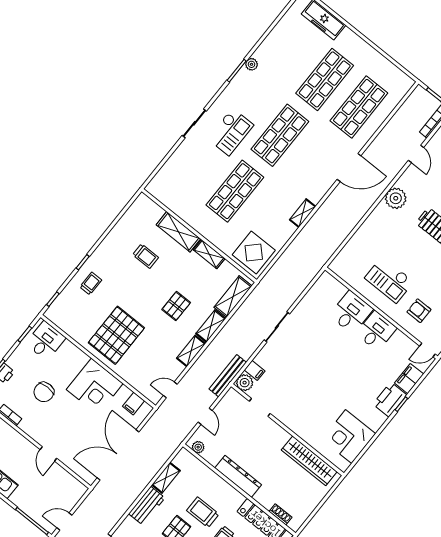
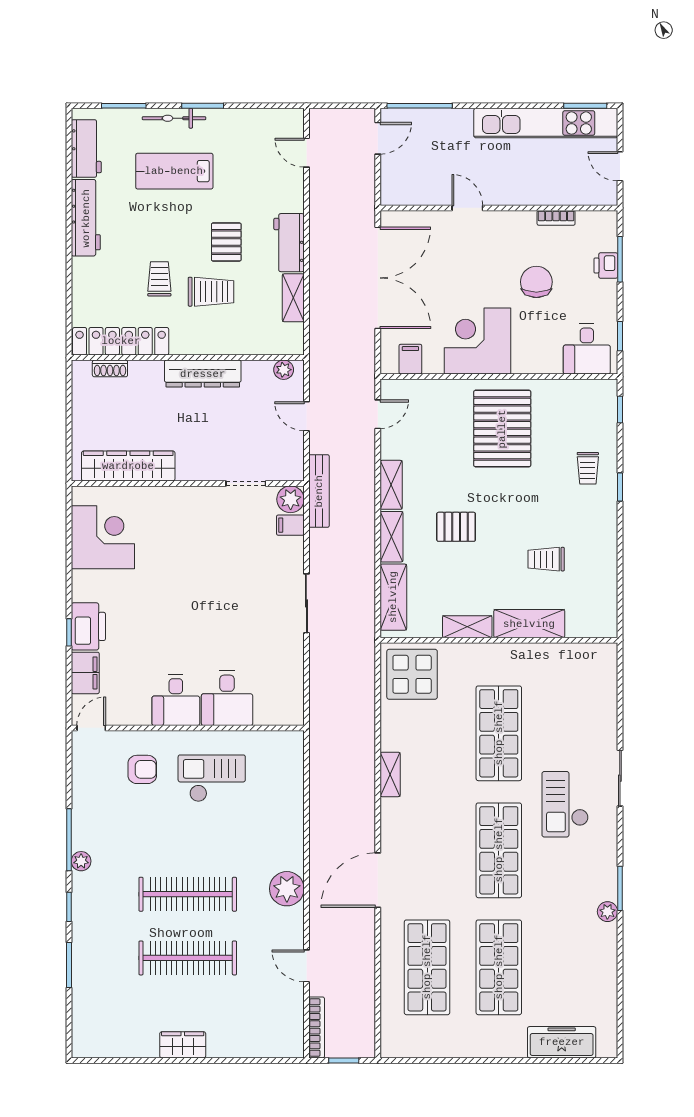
pallet: (176, 306) -> (456, 527), turned 90

